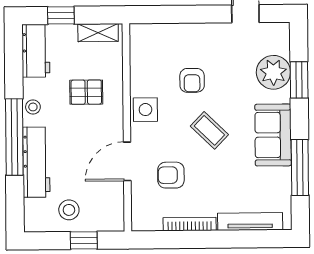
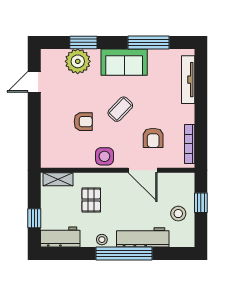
shelving: (98, 33) -> (58, 179), moved, turned 90
bookcase: (190, 224) -> (190, 144), moved

